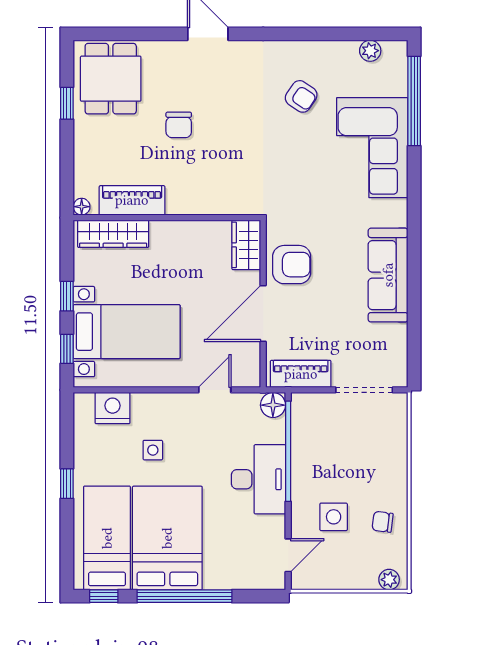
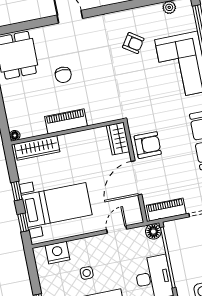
piano: (132, 200) -> (66, 121), moved

